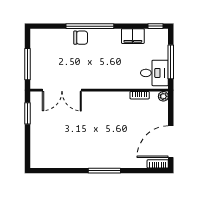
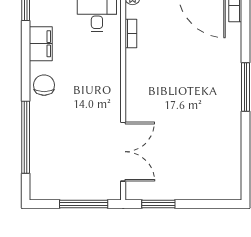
window: (90, 26) -> (26, 137), moved
chair: (81, 38) -> (44, 85), moved

